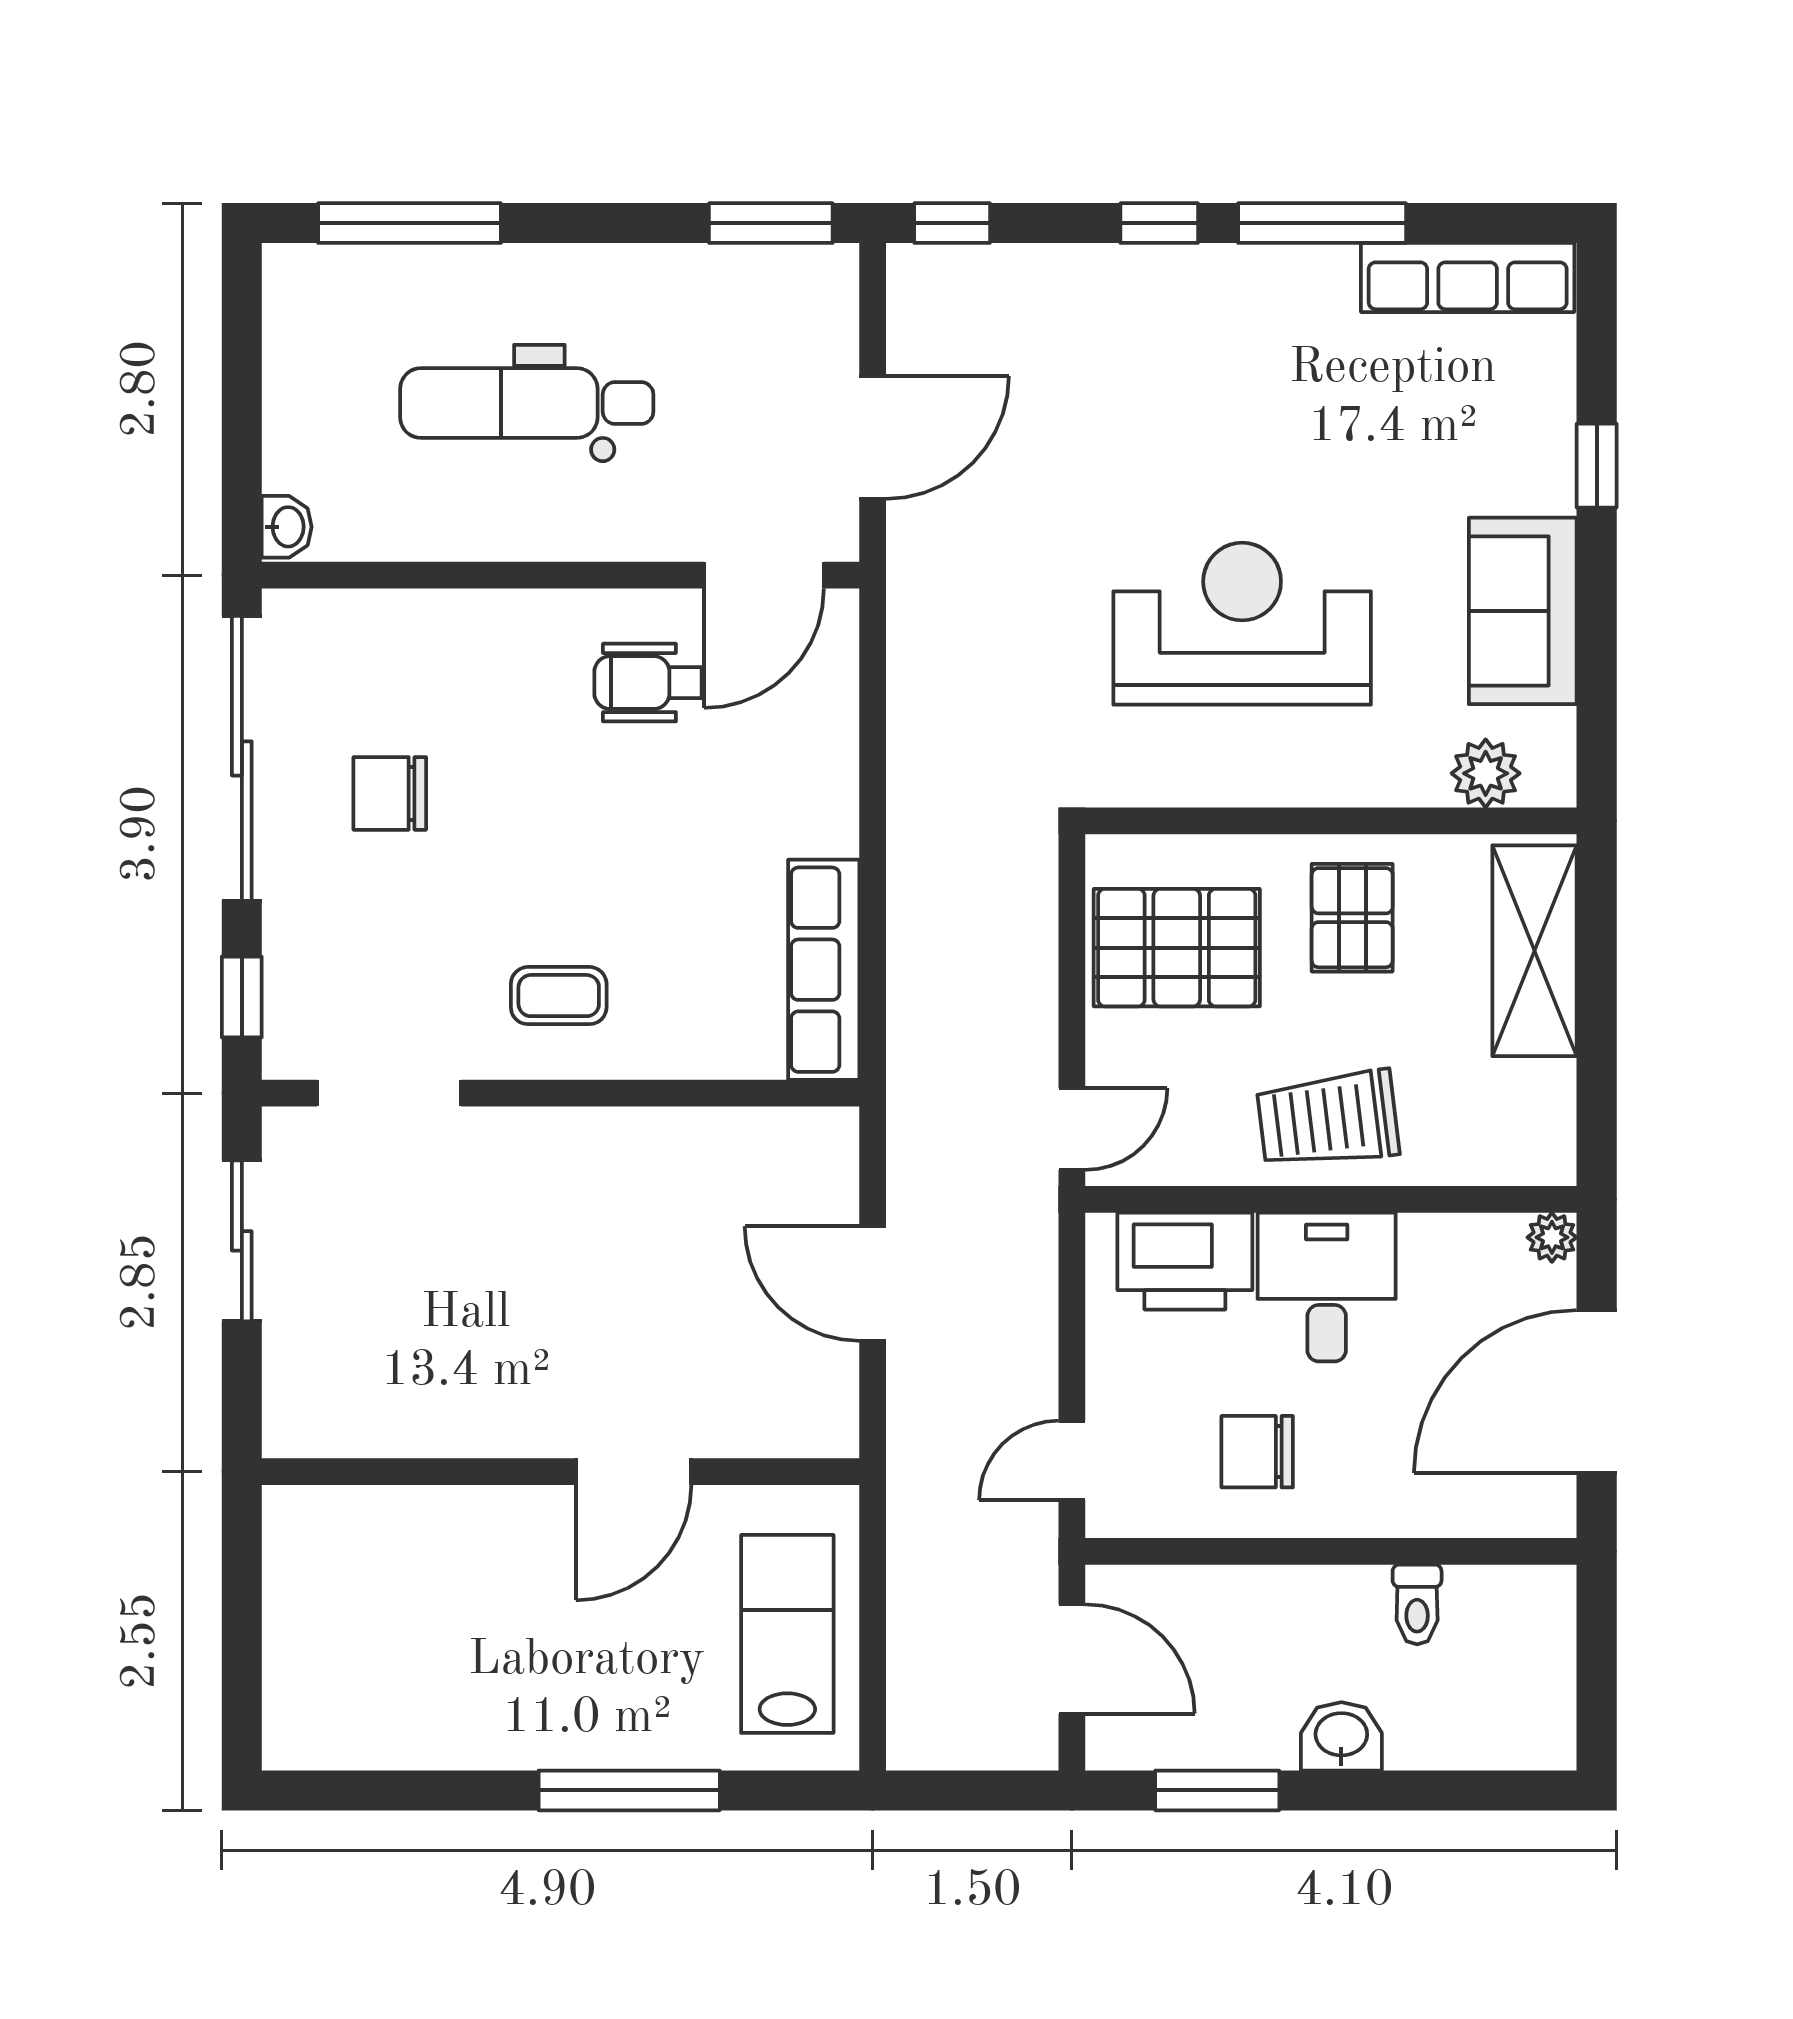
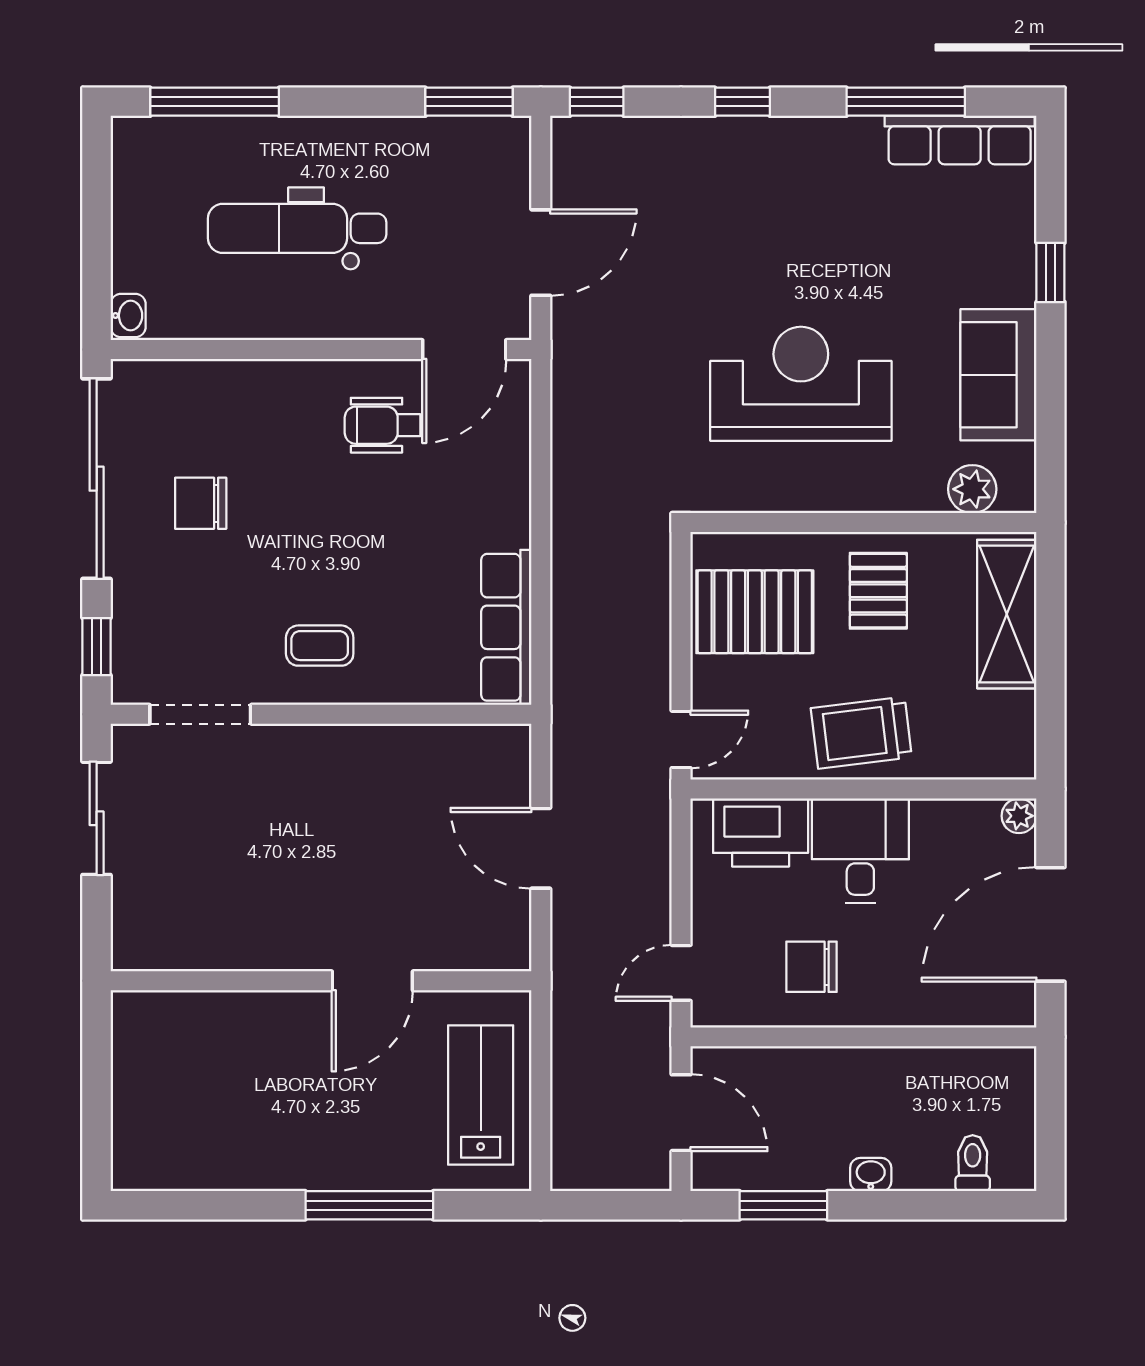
window: (1322, 223) -> (906, 102), moved
toilet: (1417, 1605) -> (973, 1163), moved, turned 180
washbasin: (1341, 1736) -> (871, 1175), width x0.72, depth x0.69

